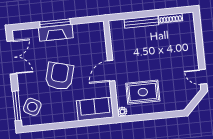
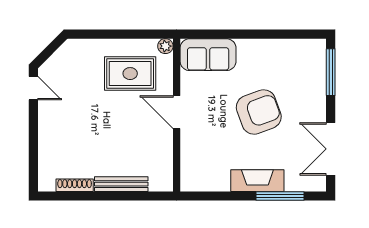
window: (55, 23) -> (280, 196), moved
door: (111, 71) -> (177, 112), swing flipped
armchair: (59, 76) -> (259, 112), turned -125
side table: (32, 107) -> (306, 68), removed

